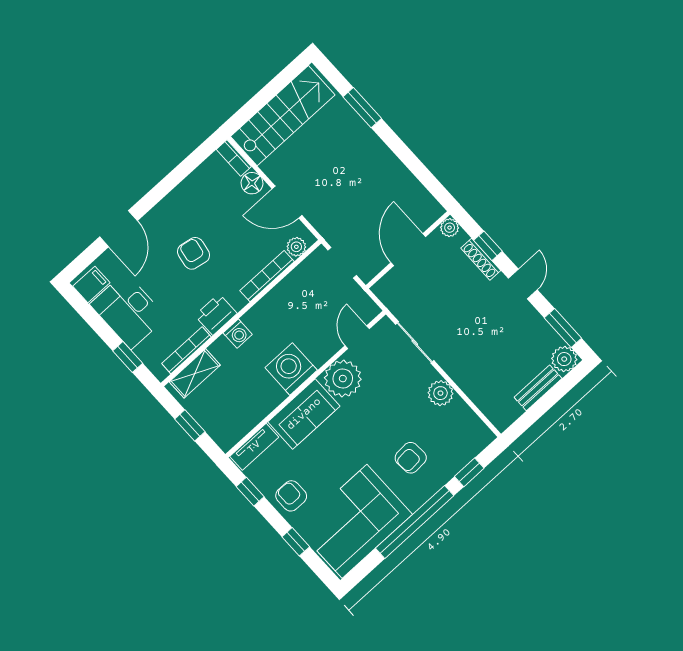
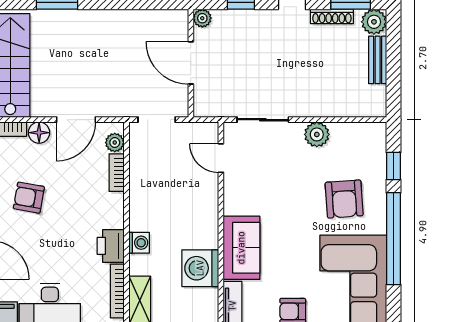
armchair: (194, 253) -> (29, 198), moved
shoe rack: (481, 259) -> (332, 16), moved
bookcase: (267, 276) -> (117, 173), width x0.64
washing machine: (291, 369) -> (200, 268), moved
plant: (343, 379) -> (241, 196), removed
armchair: (411, 458) -> (344, 199), width x1.38, depth x1.38

